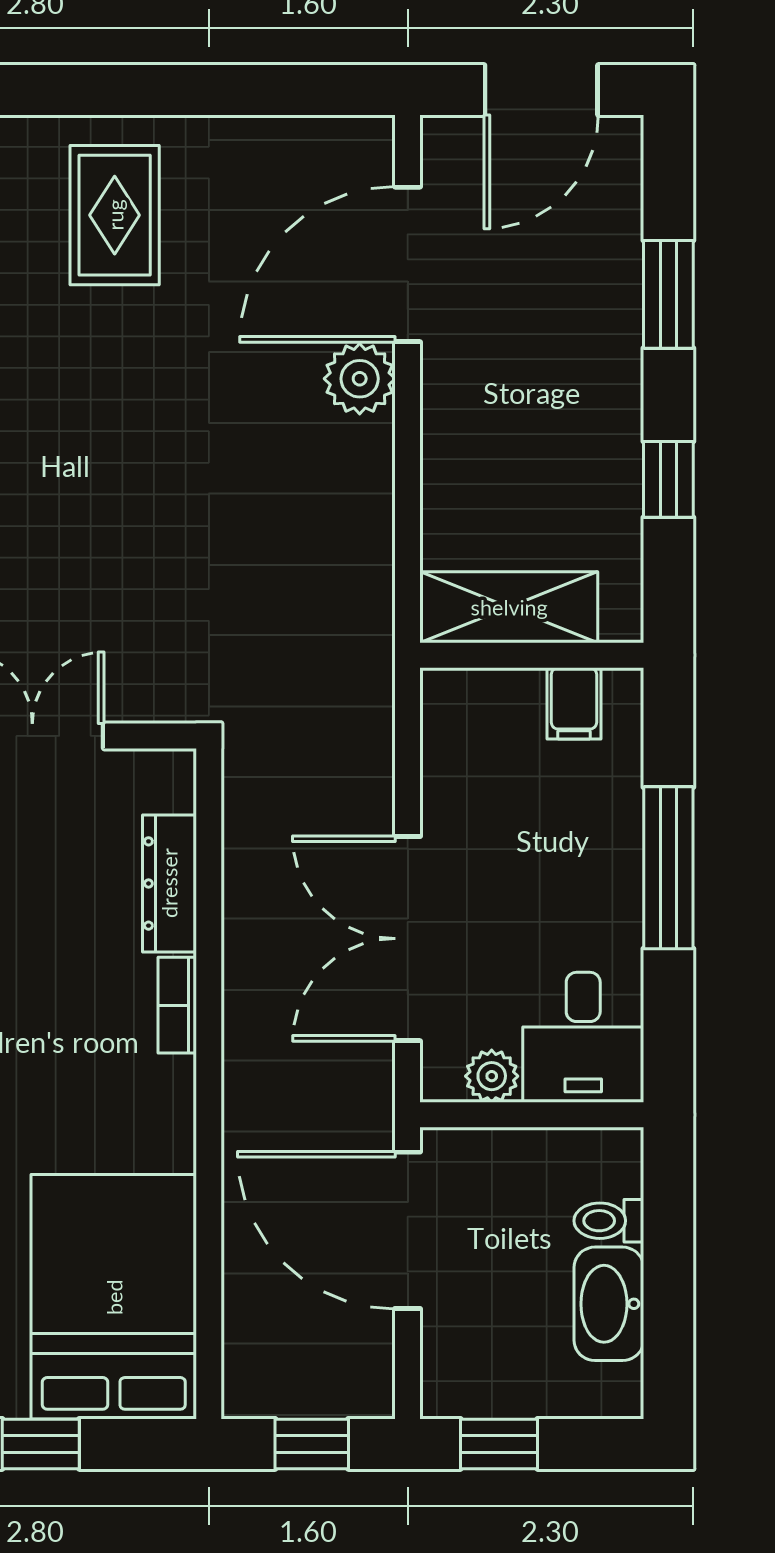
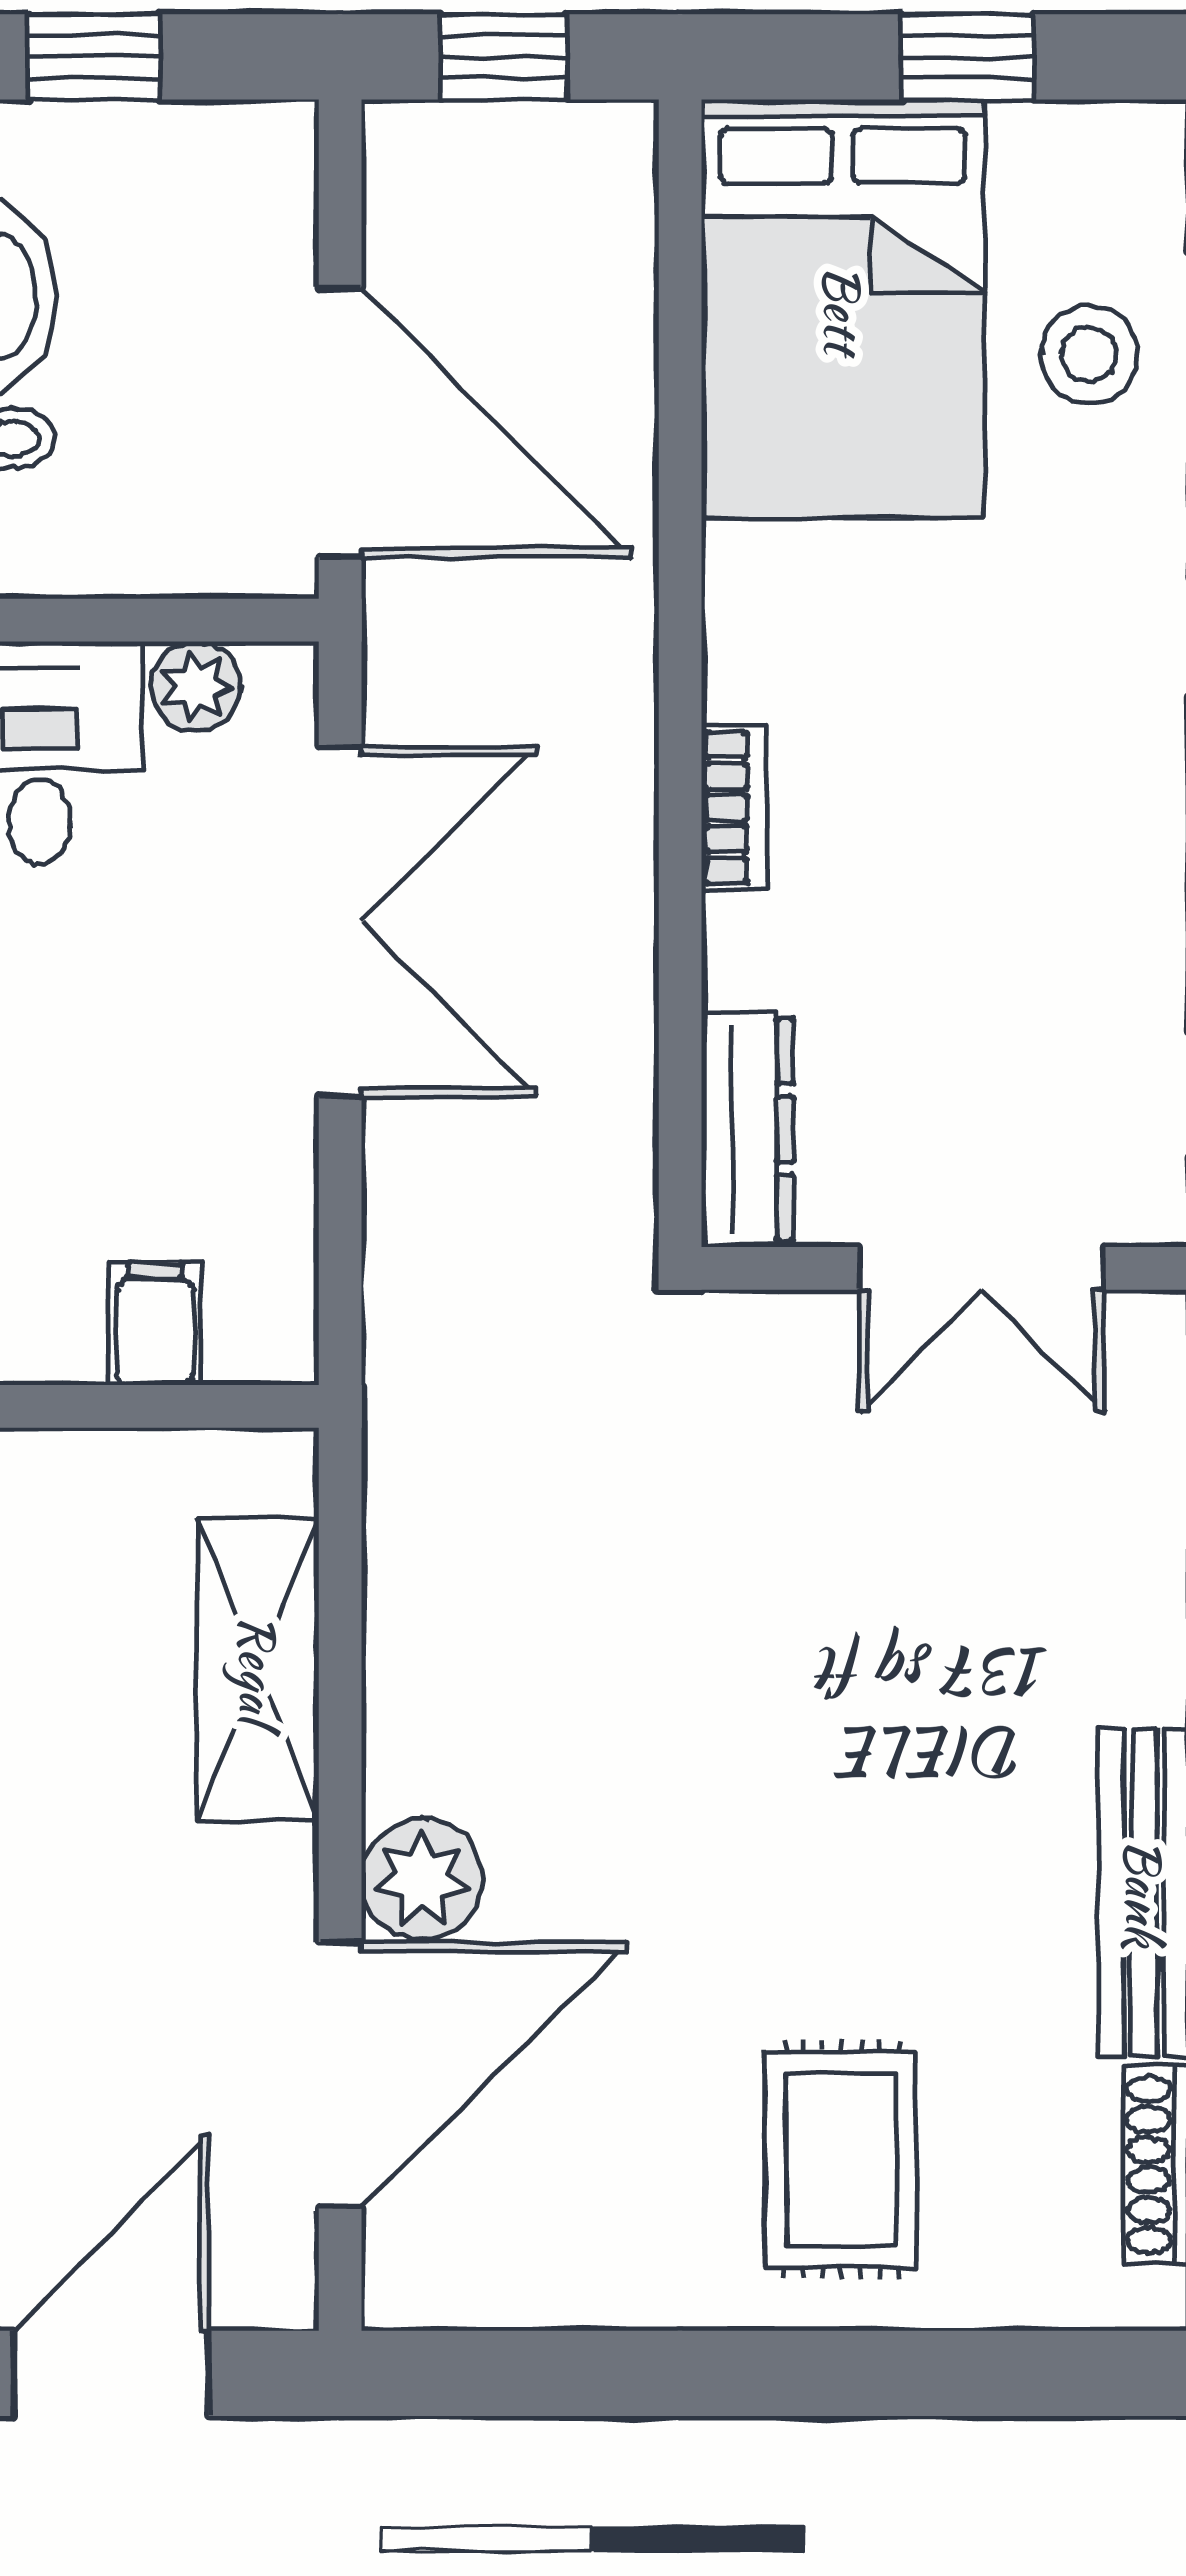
shelving: (509, 607) -> (258, 1669), moved, turned 90
filing cabinet: (574, 703) -> (155, 1324), moved
dresser: (169, 883) -> (747, 1129), moved
window: (499, 1444) -> (94, 57), moved

